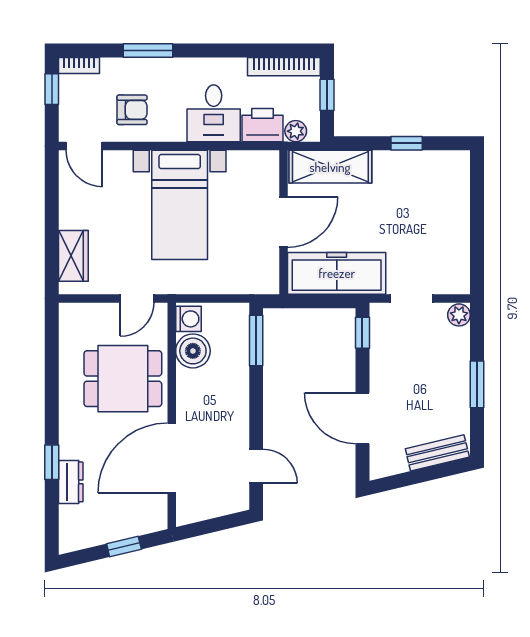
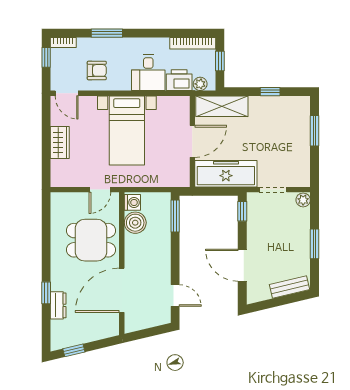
window: (477, 205) -> (314, 131), added
wardrobe: (73, 256) -> (60, 142), moved
window: (124, 546) -> (74, 350), moved

